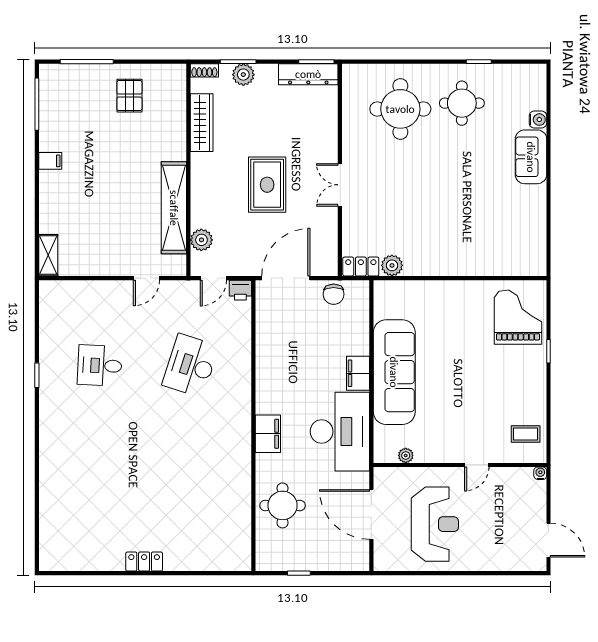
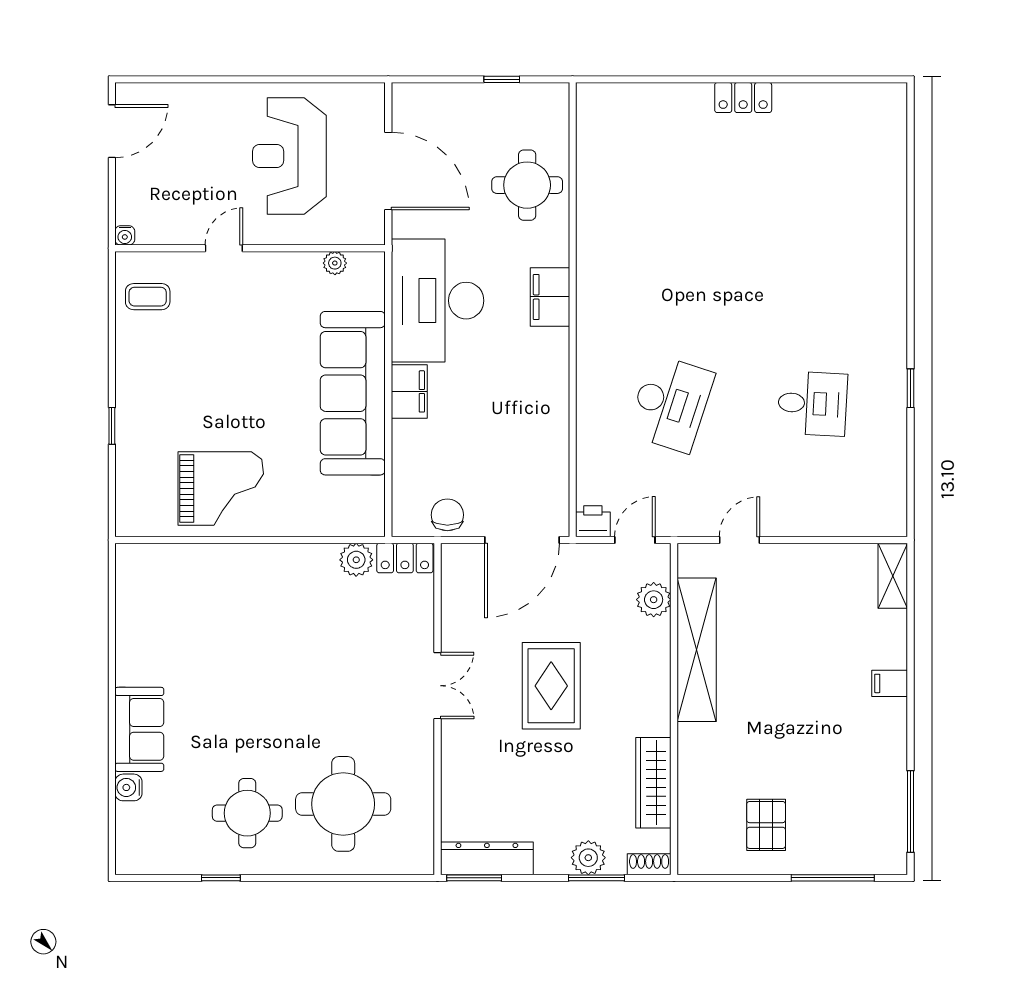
filing cabinet: (50, 161) -> (890, 683), moved
grand piano: (518, 317) -> (221, 488), moved, turned -90
door: (549, 540) -> (112, 131), swing flipped

